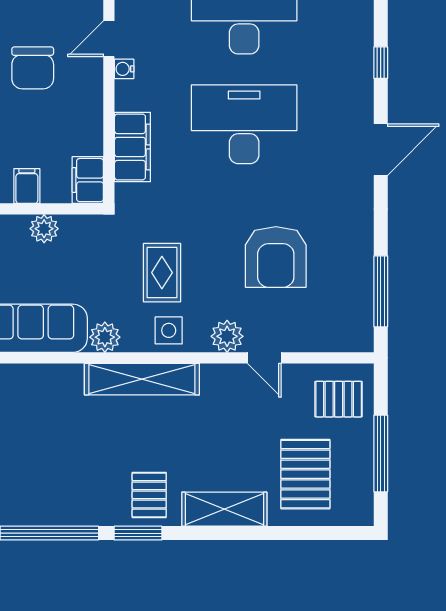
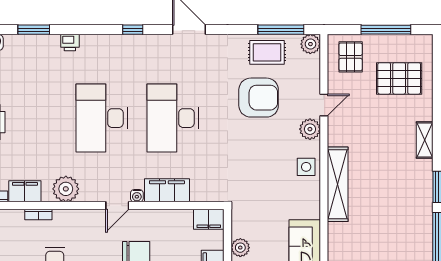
door: (109, 39) -> (117, 206), hinge flipped
filing cabinet: (132, 147) -> (167, 190), moved
rug: (162, 273) -> (267, 52), moved
plant: (105, 337) -> (310, 44), moved
pallet: (149, 495) -> (413, 180), removed
shelving: (224, 509) -> (425, 140), width x0.67, depth x0.75

